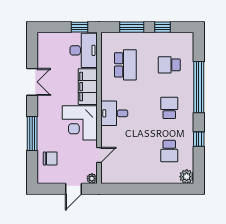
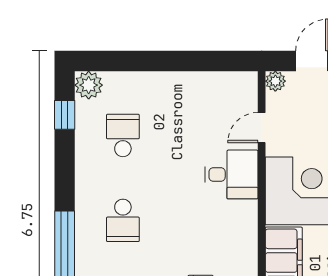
desk: (114, 113) -> (231, 174), moved
window: (199, 139) -> (65, 115), moved

